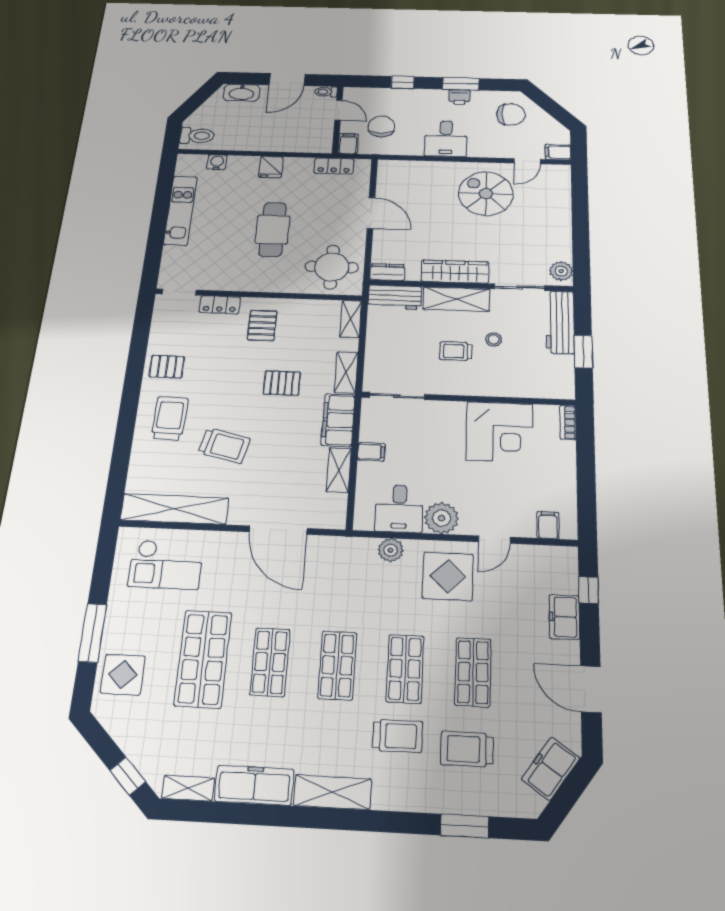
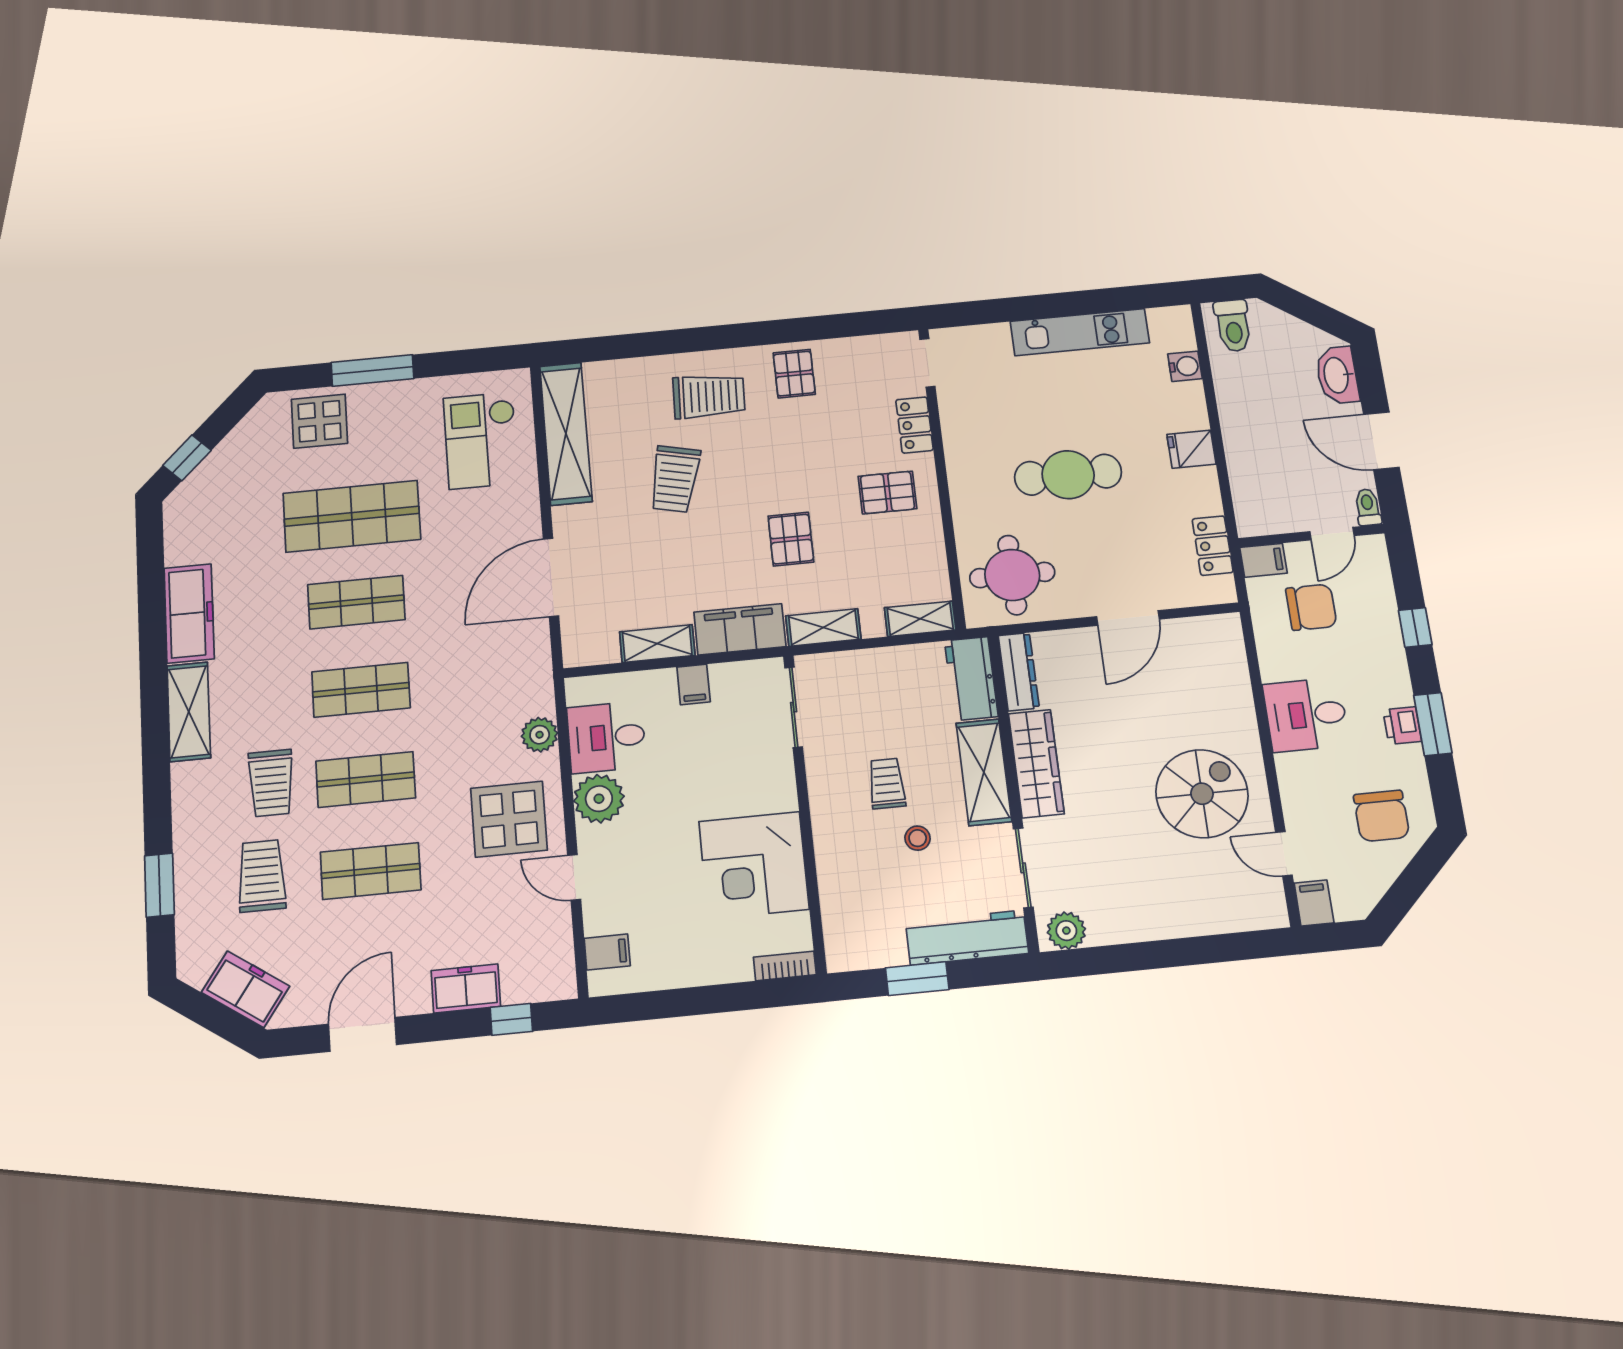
dresser: (387, 272) -> (1019, 672), width x1.44
shelving: (188, 788) -> (178, 534), removed

